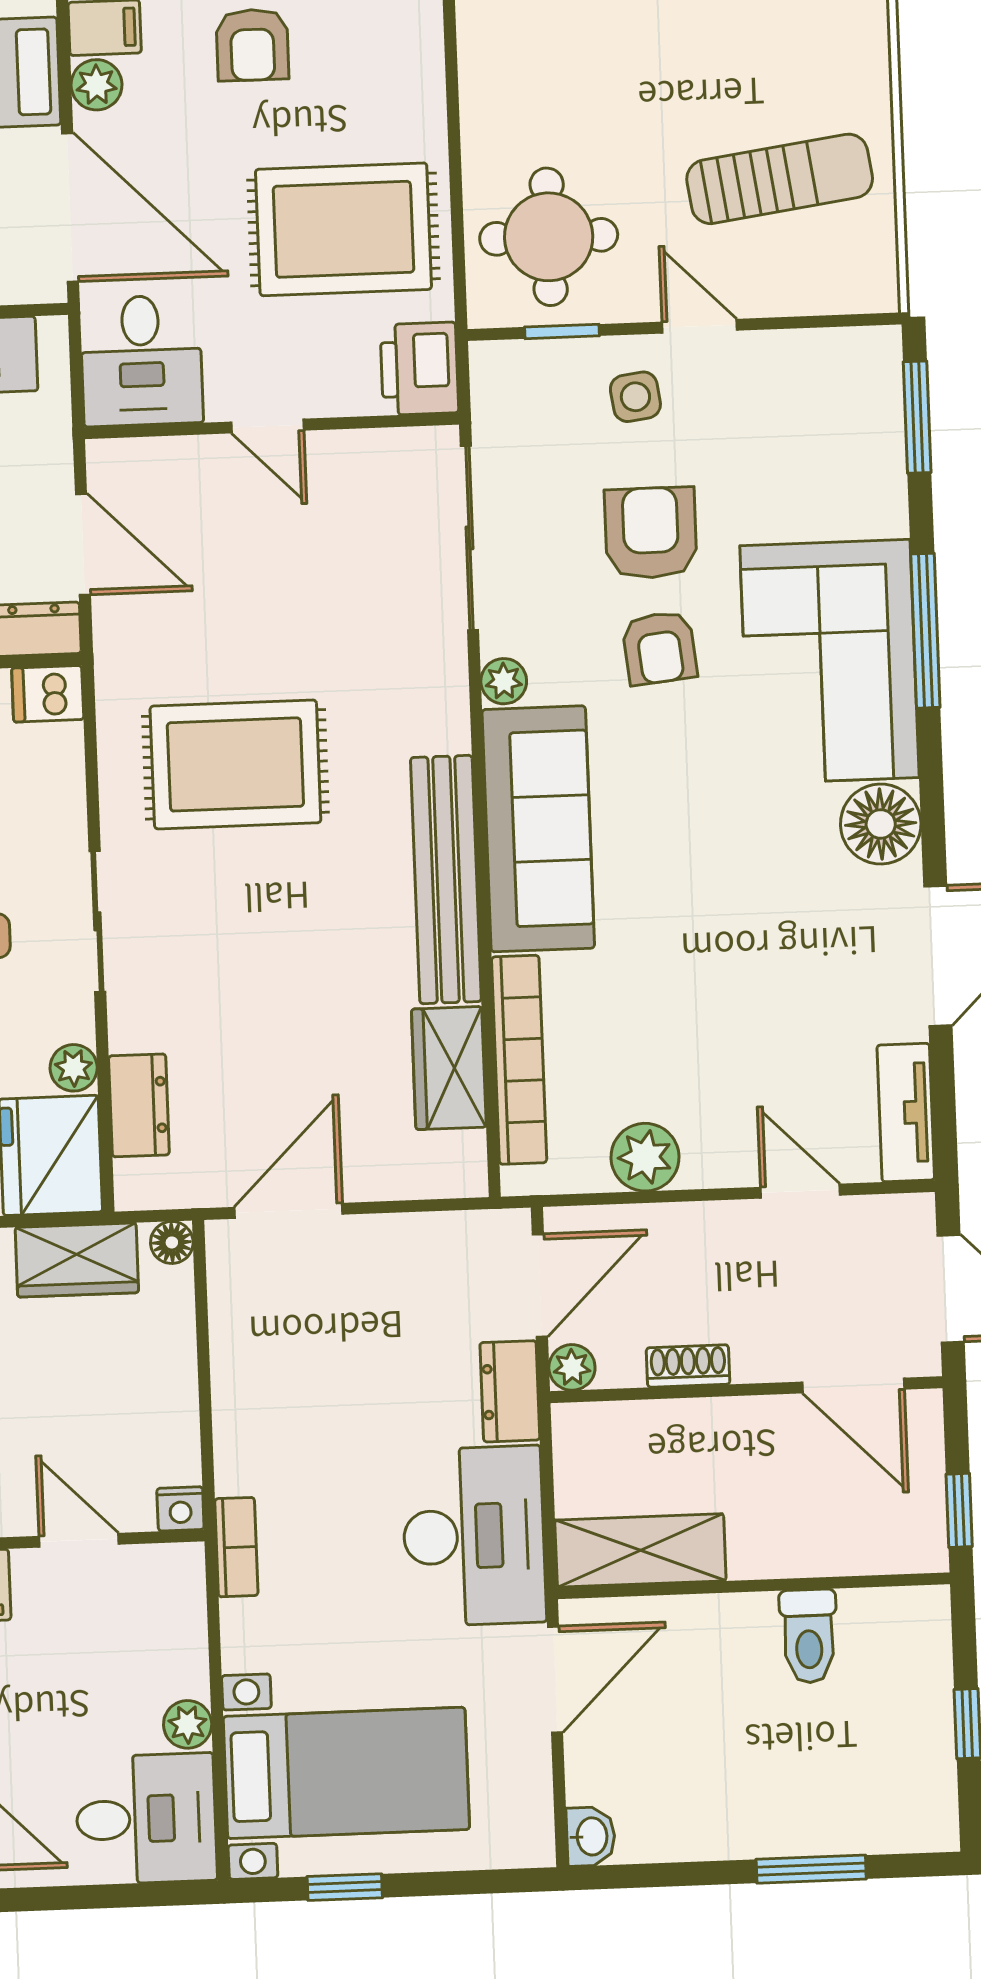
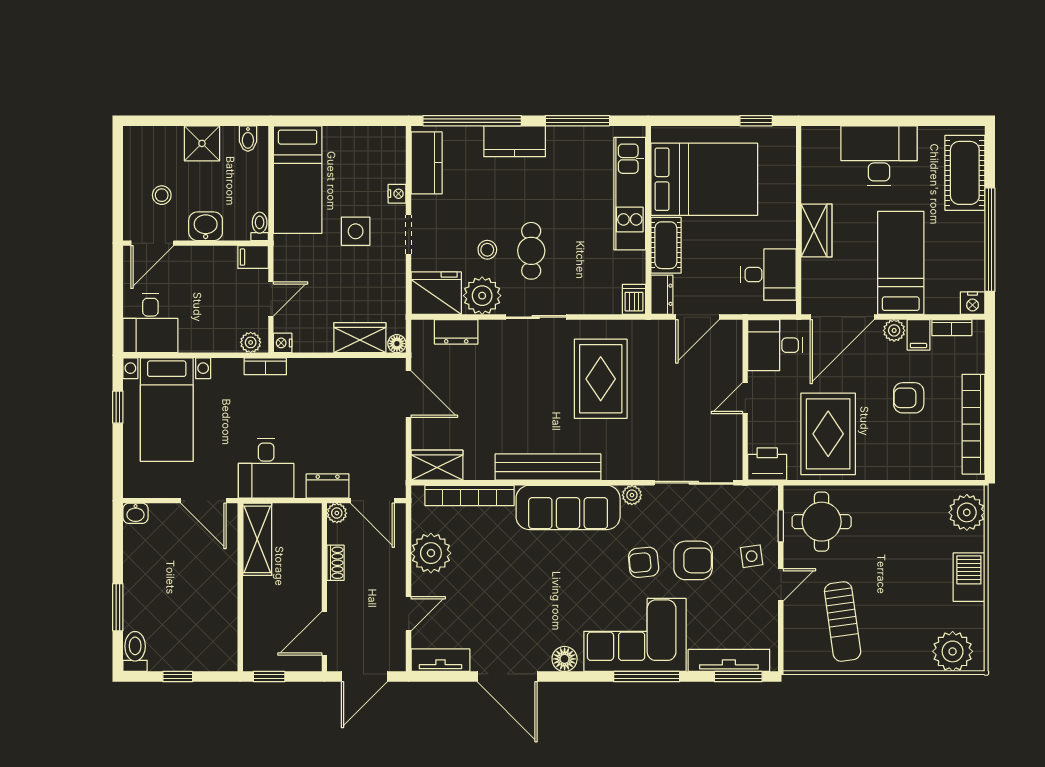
tv unit: (880, 440) -> (729, 660), added
floor lamp: (881, 824) -> (565, 659), width x0.73, depth x0.73
plant: (74, 1068) -> (482, 296), width x1.88, depth x1.88
wardrobe: (449, 1068) -> (437, 465), moved
plant: (645, 1157) -> (431, 553), width x1.36, depth x1.36
wardrobe: (77, 1260) -> (360, 338), moved, turned 90
desk: (474, 1536) -> (266, 468), width x0.73
toilet: (809, 1636) -> (135, 651), moved, turned 90
plant: (188, 1724) -> (251, 342), moved

